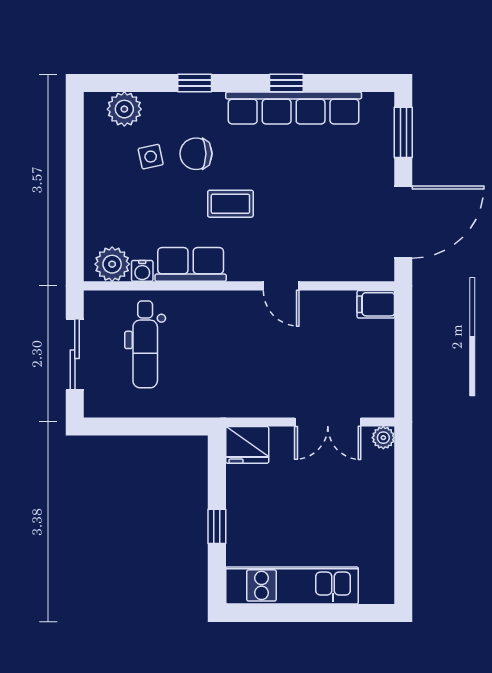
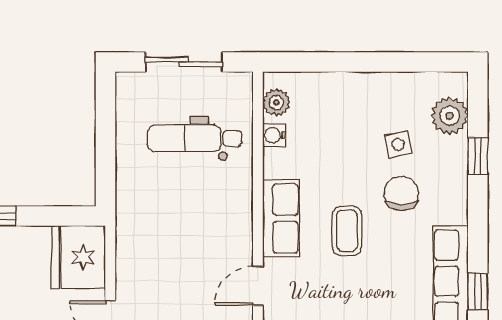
window: (195, 83) -> (478, 156), moved
plant: (112, 264) -> (276, 102), width x0.73, depth x0.73
row of seats: (191, 264) -> (281, 218), moved
fridge: (247, 445) -> (79, 257), width x1.36, depth x1.34

